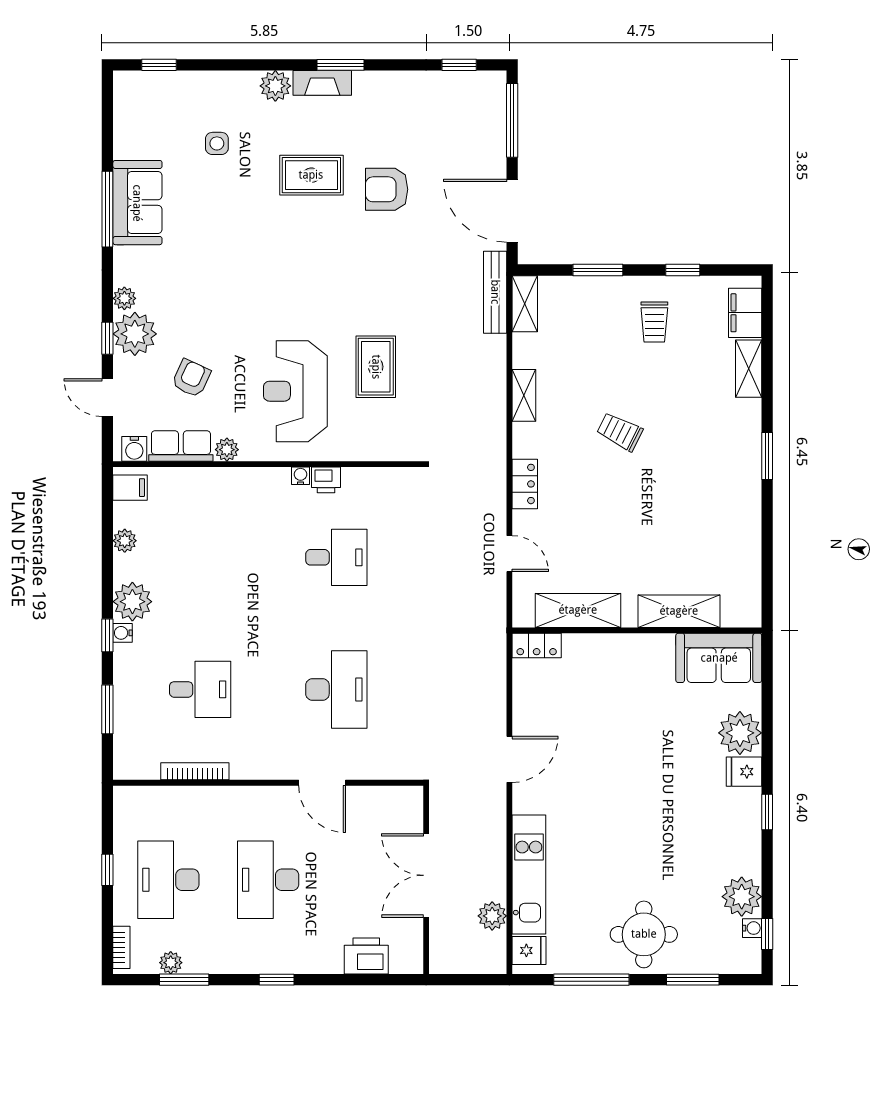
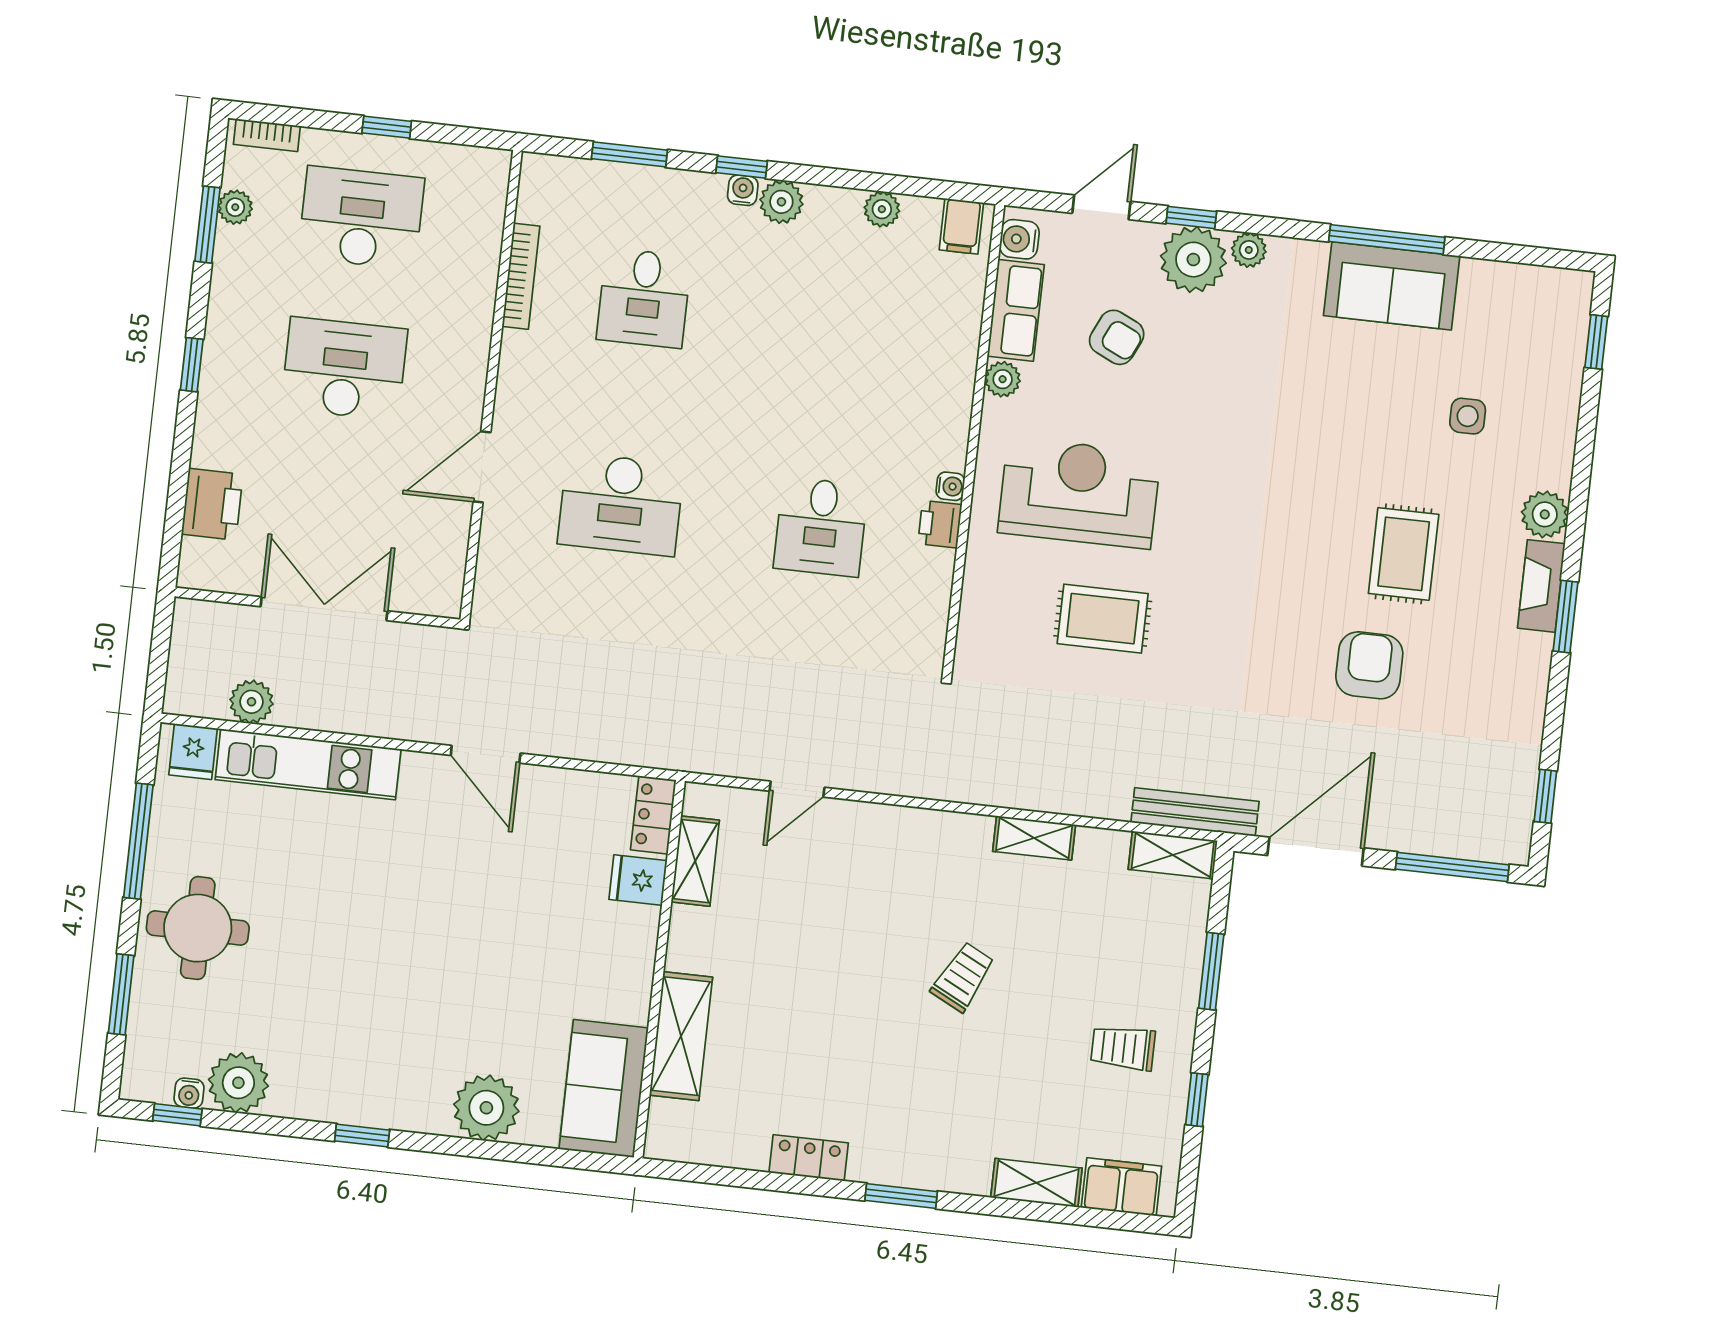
locker: (525, 484) -> (809, 1158), moved, turned 180
plant: (132, 602) -> (781, 202), width x0.73, depth x0.73
shelving: (578, 610) -> (695, 861), width x0.67, depth x0.75
fridge: (744, 772) -> (638, 880), moved, turned -90

